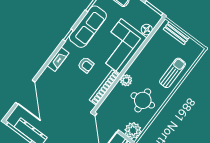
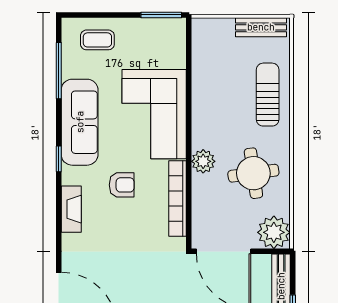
floor lamp: (147, 30) -> (176, 57), removed
bench: (176, 33) -> (261, 27), moved

